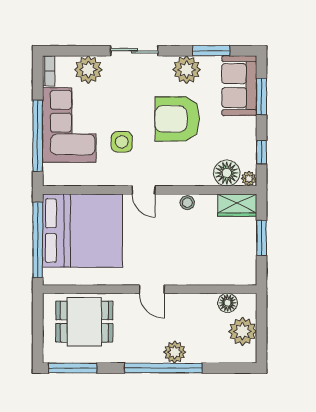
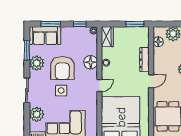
side table: (122, 142) -> (61, 90), moved
floor lamp: (227, 173) -> (91, 62), moved
window: (262, 238) -> (135, 24), moved
dresser: (193, 276) -> (144, 60), added

